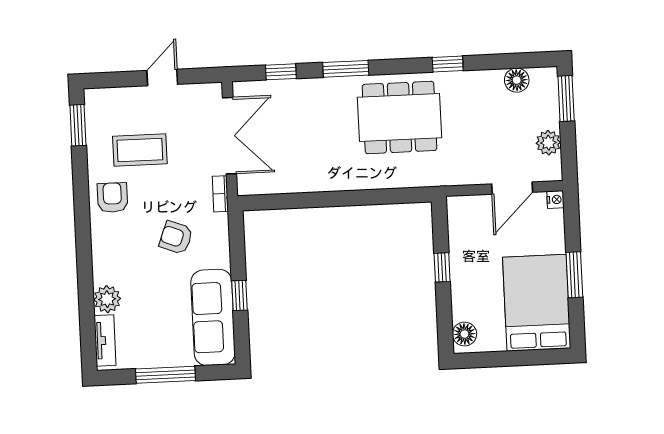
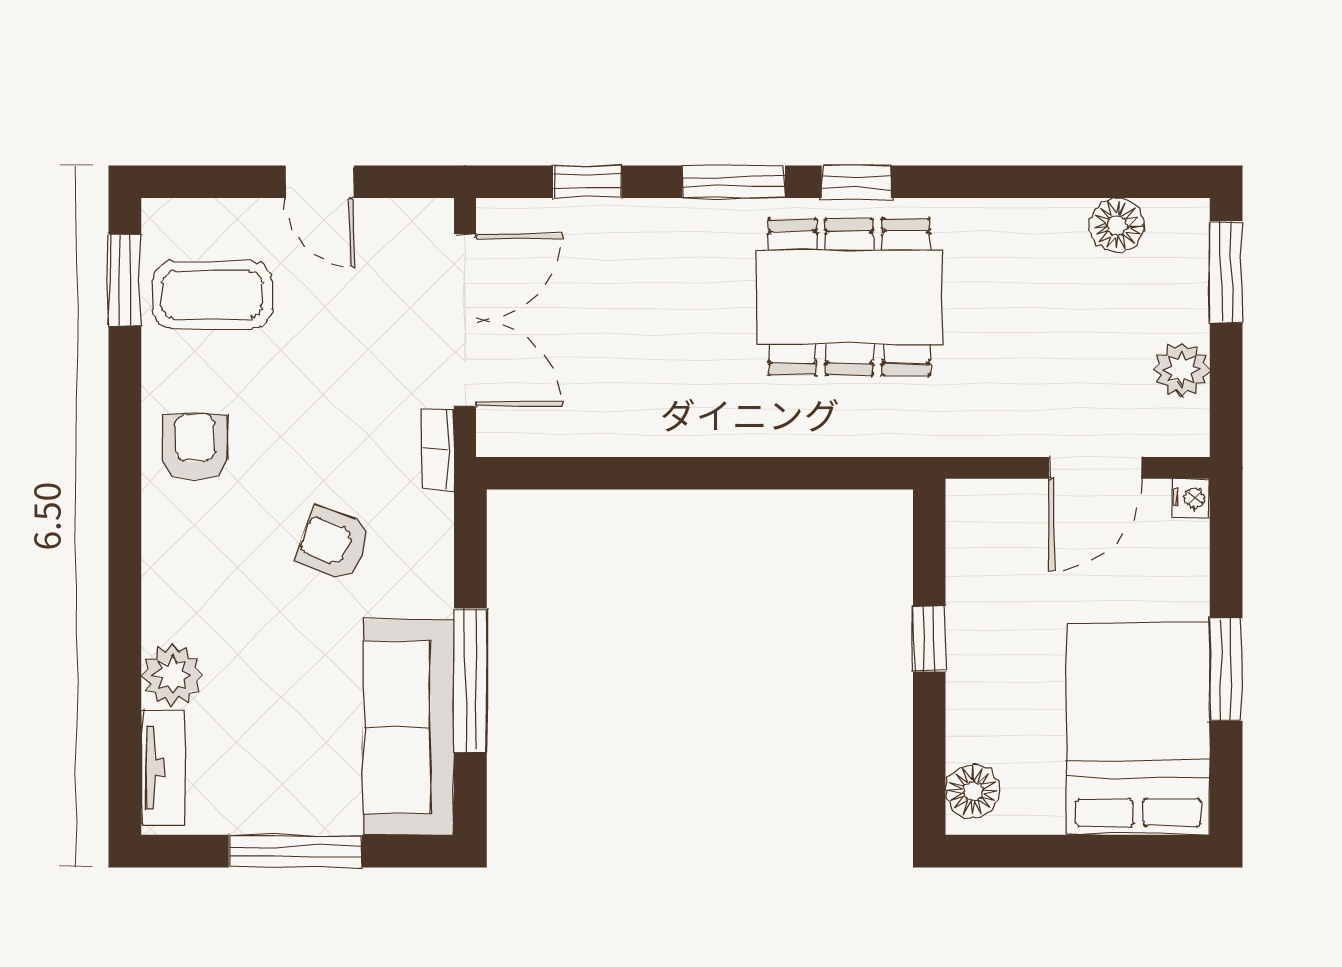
window: (448, 64) -> (856, 182), moved
door: (162, 77) -> (320, 182), swing flipped
coffee table: (140, 150) -> (212, 295), moved
window: (239, 295) -> (470, 680), width x2.17

